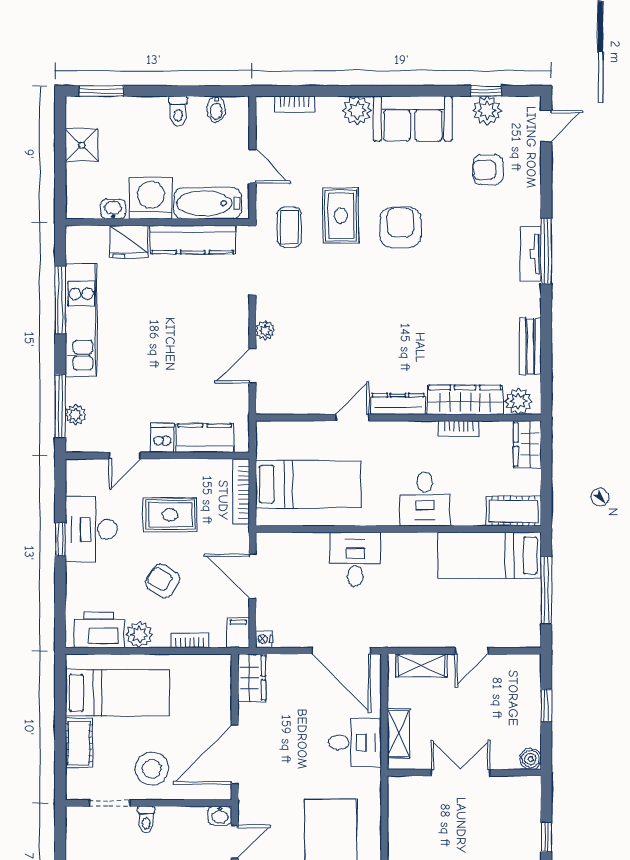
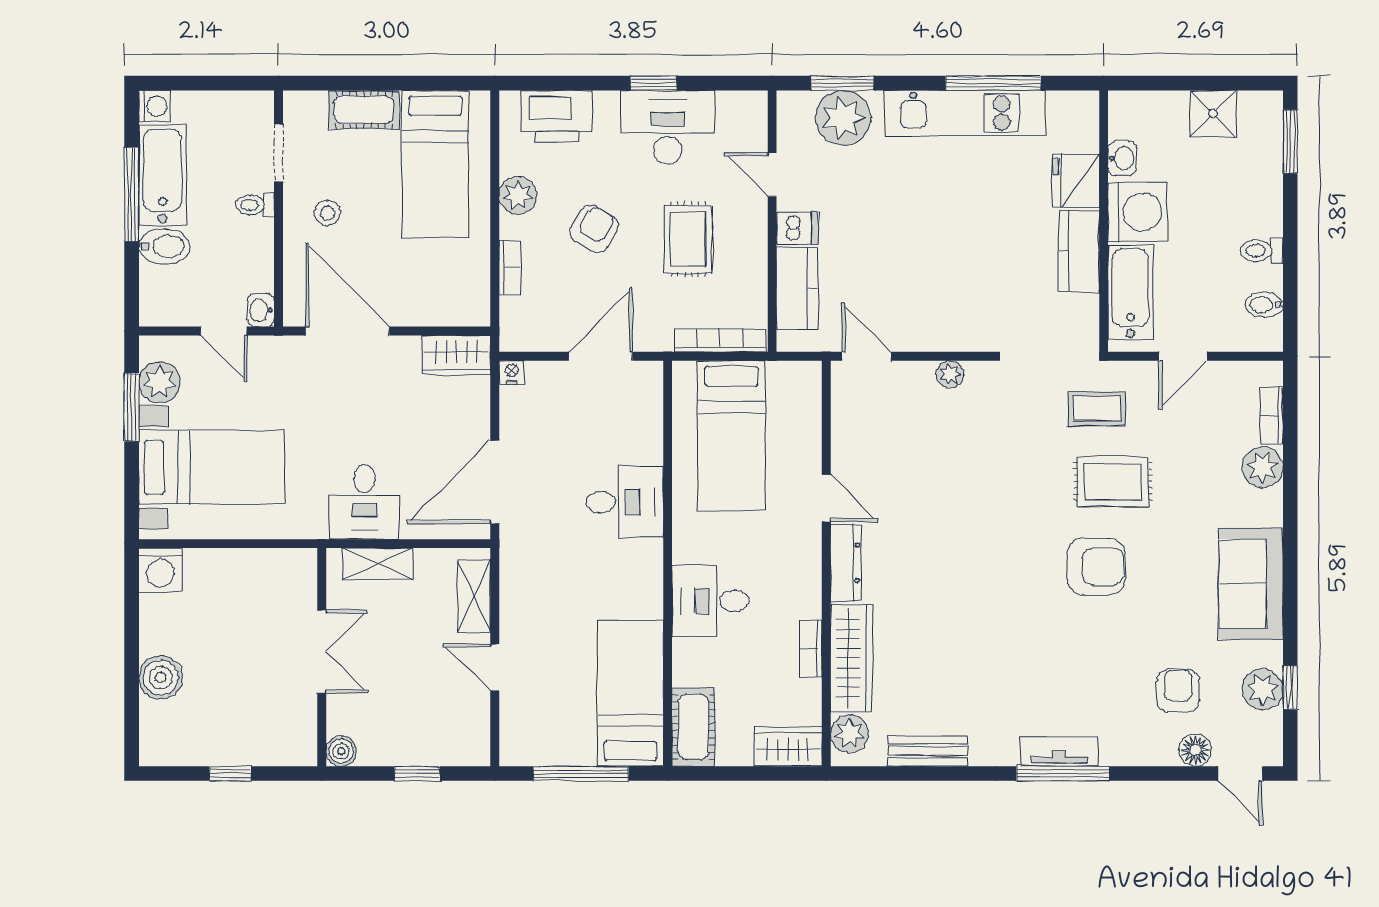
plant: (357, 110) -> (1263, 467), moved
floor lamp: (530, 158) -> (1195, 750), added
kitchen counter: (193, 240) -> (1079, 251), width x0.67
door: (253, 366) -> (866, 356), moved
window: (60, 406) -> (842, 83), width x0.69
plant: (76, 415) -> (843, 118), width x1.88, depth x1.88
printer: (99, 630) -> (557, 116), moved, turned 90
filing cabinet: (238, 633) -> (520, 336), removed
stool: (152, 769) -> (327, 213), width x0.53, depth x0.53

